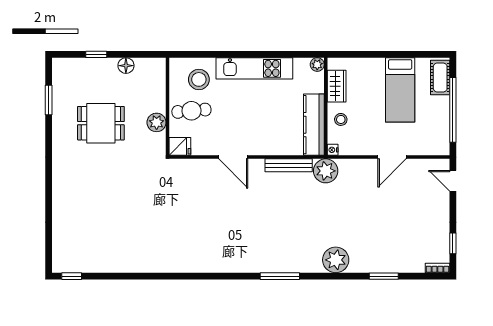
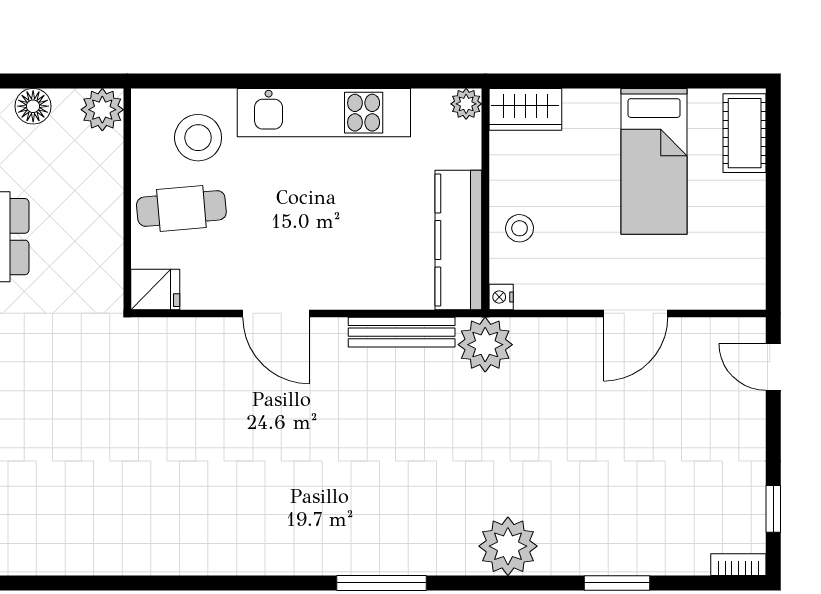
wardrobe: (337, 86) -> (525, 109), moved, turned 90
window: (453, 110) -> (773, 206), removed
plant: (157, 122) -> (102, 110), moved

